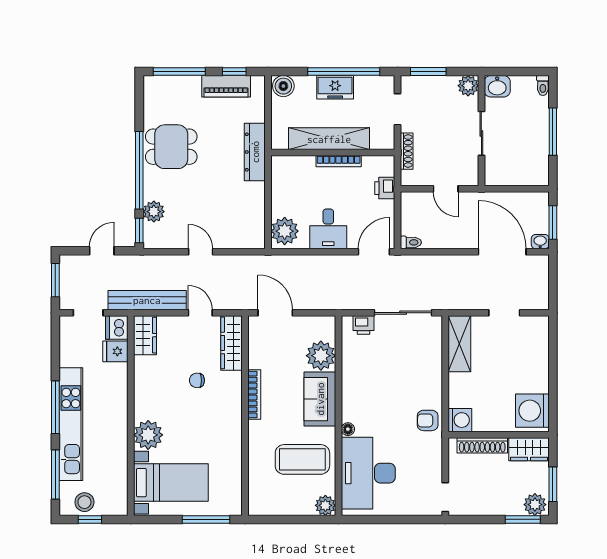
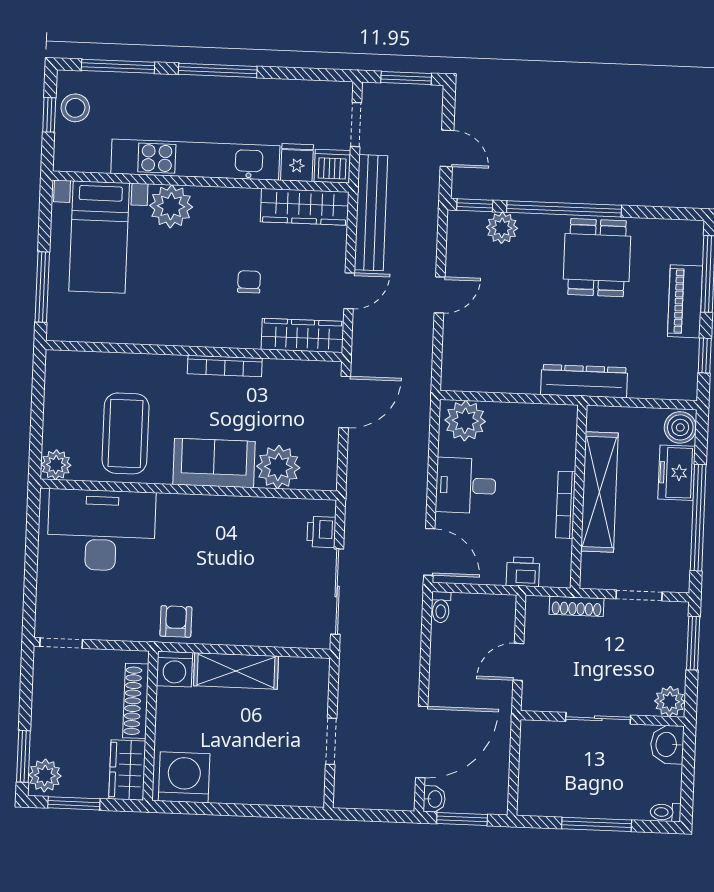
piano: (226, 86) -> (685, 301), moved
freezer: (335, 87) -> (677, 473), moved
wardrobe: (145, 335) -> (305, 207), width x1.50
shelving: (459, 344) -> (236, 671), moved
kitchen unit: (71, 424) -> (195, 160), moved, turned 180
floor lamp: (348, 429) -> (168, 503), removed

